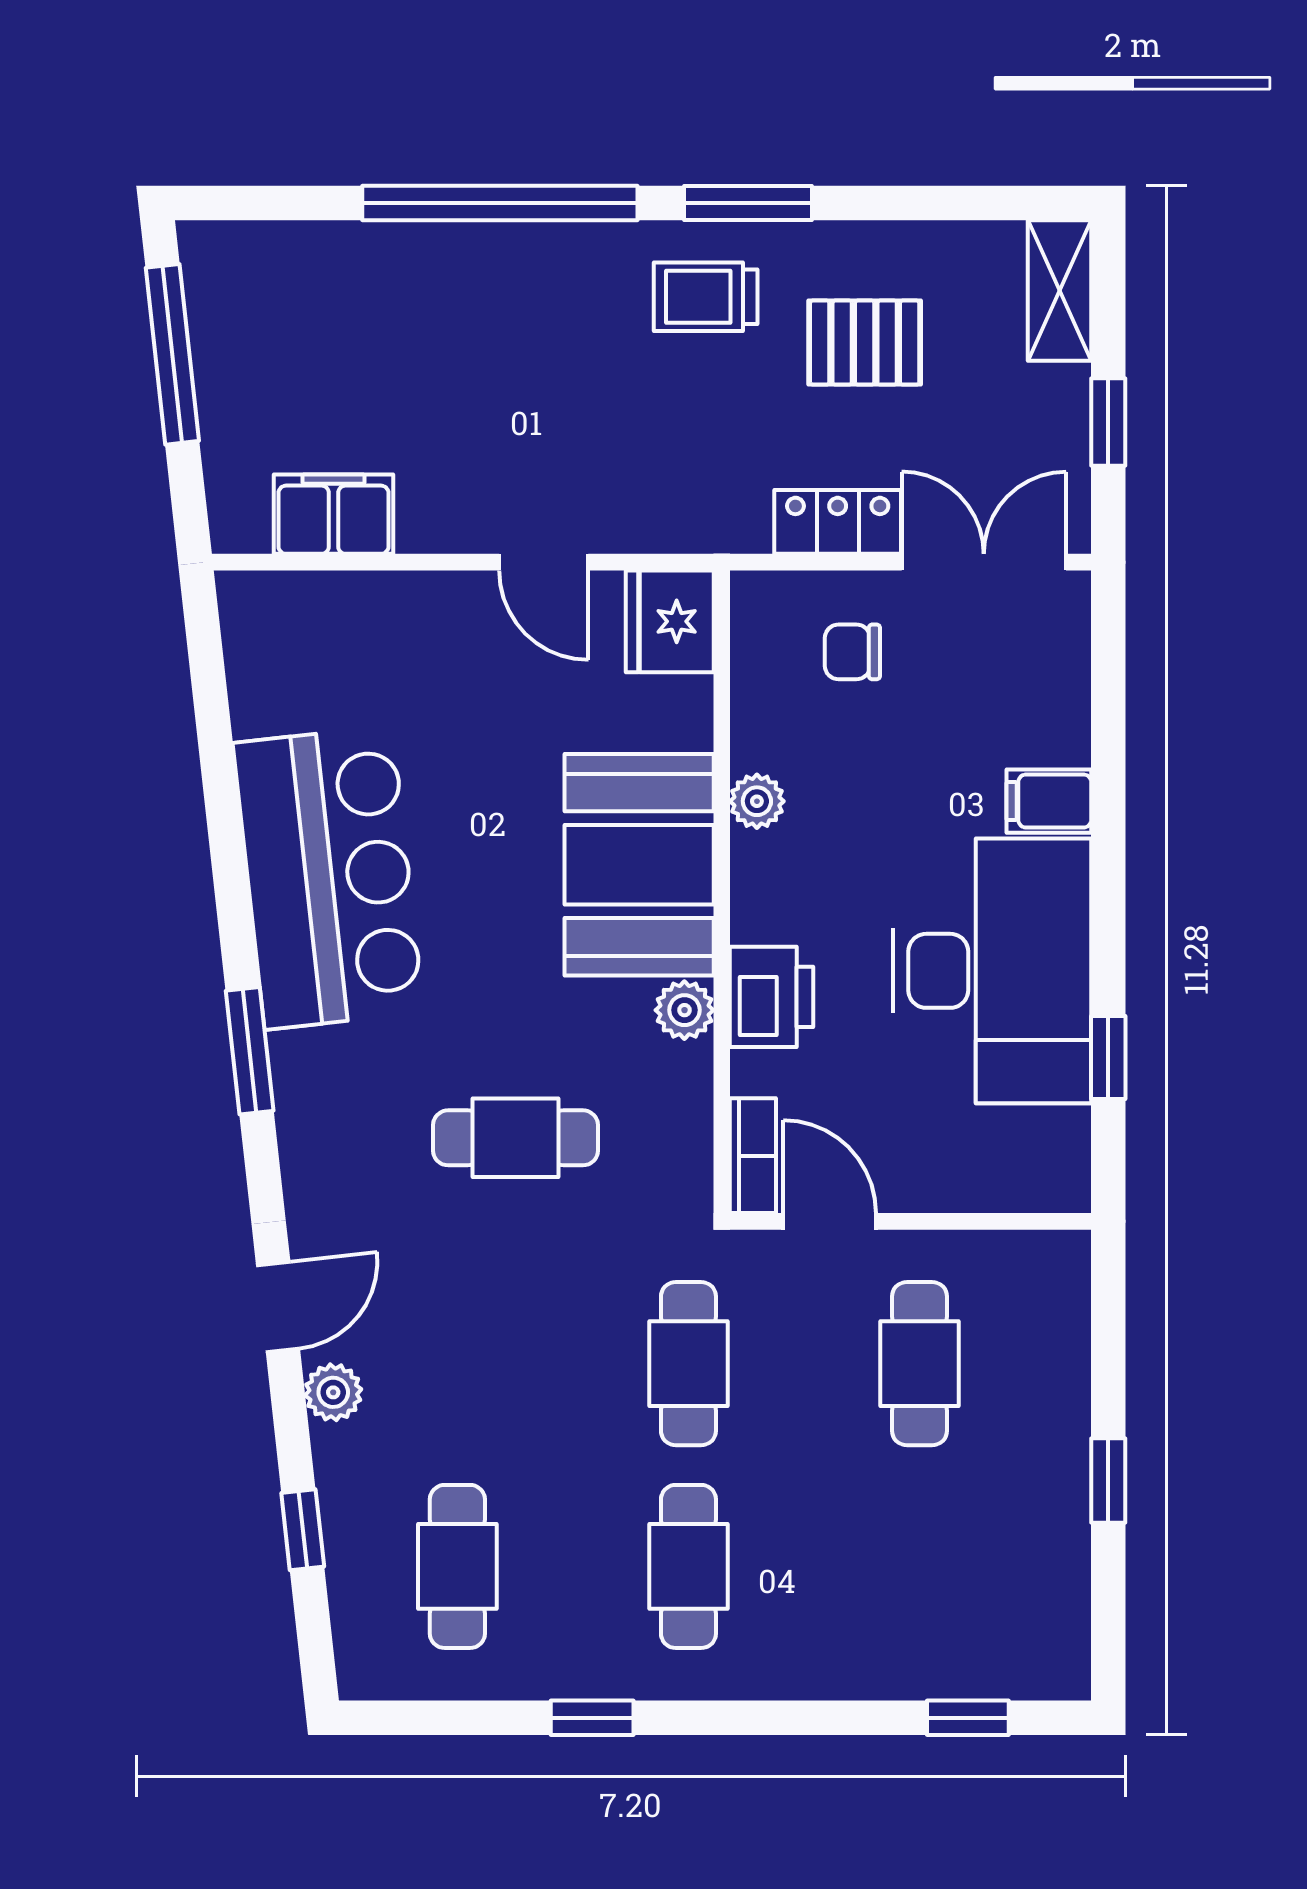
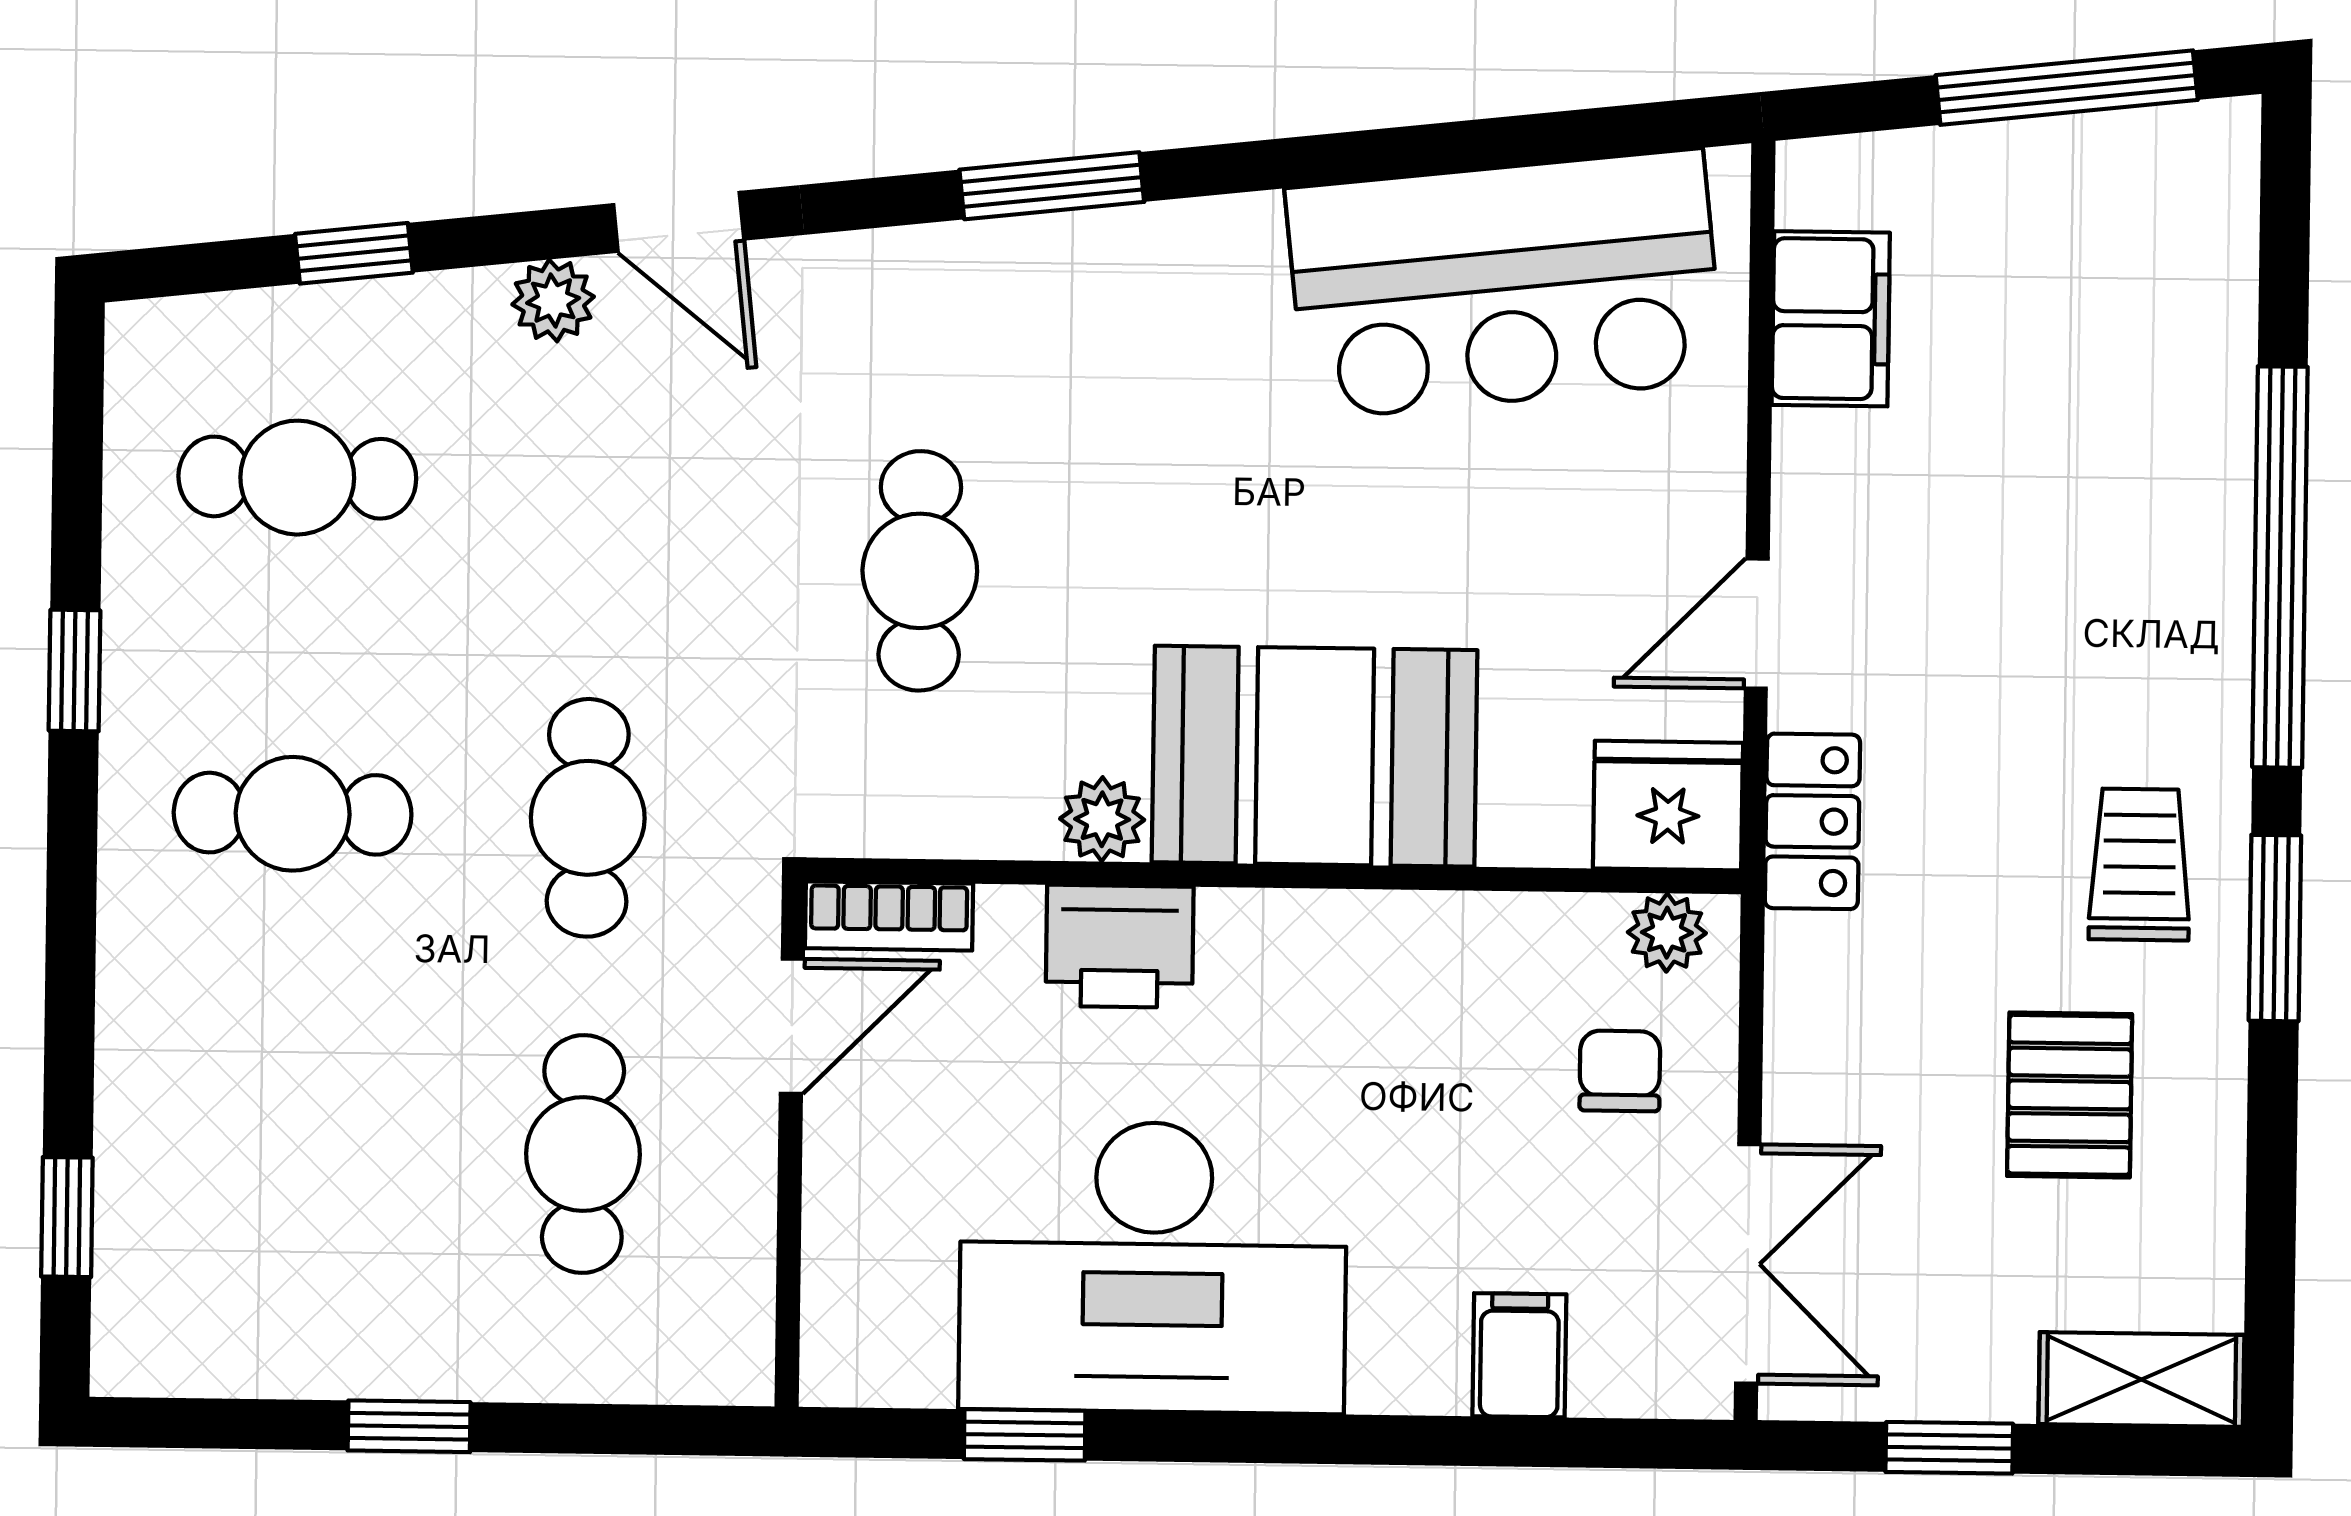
locker: (838, 522) -> (1812, 821), moved
plant: (757, 801) -> (1667, 933), moved
filing cabinet: (1049, 801) -> (1519, 1355), moved
bar counter: (328, 878) -> (1505, 284), moved
cafe table: (688, 1364) -> (588, 818), turned 90
cafe table: (919, 1364) -> (583, 1154), turned 90

